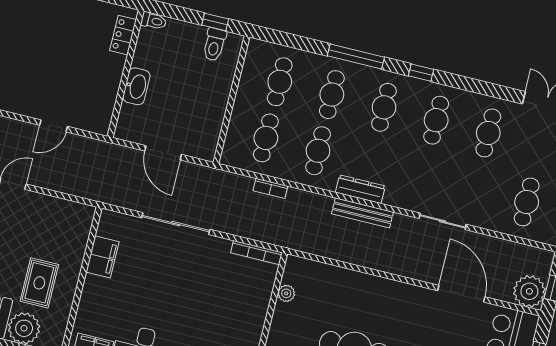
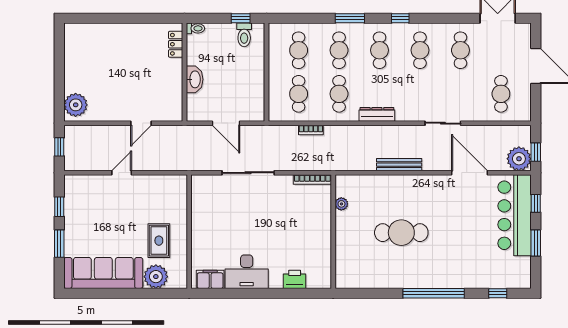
window: (356, 57) -> (350, 18), width x0.69
bench: (362, 213) -> (399, 165), moved
filing cabinet: (102, 257) -> (200, 210), removed

